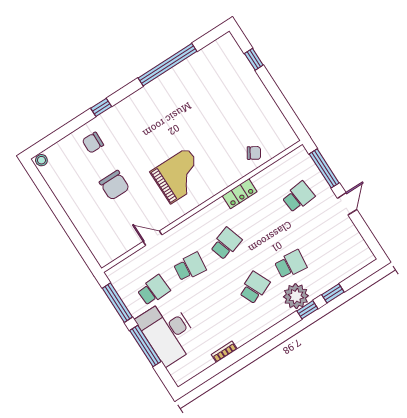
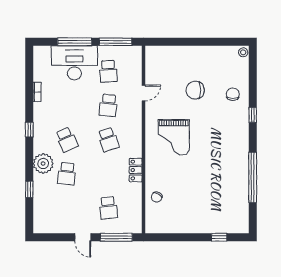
window: (307, 310) -> (29, 130), moved

